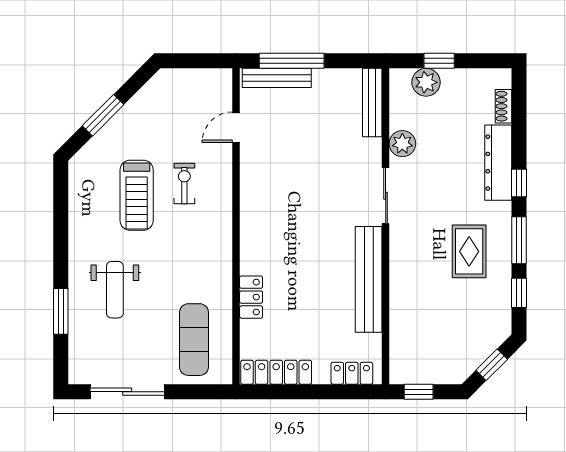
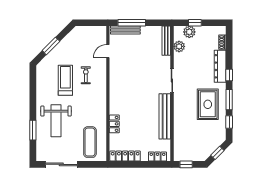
plant: (402, 144) -> (179, 46), moved
treadmill: (137, 195) -> (65, 80), turned 180
rug: (469, 251) -> (208, 104), width x1.36, depth x1.43
weight bench: (115, 290) -> (56, 121), width x1.36, depth x1.33

